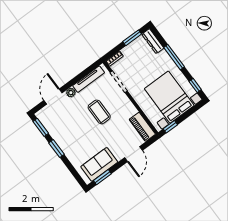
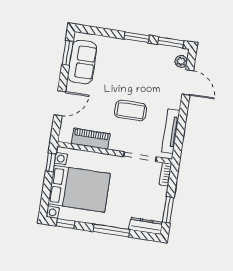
plant: (71, 93) -> (181, 61), moved
piano: (142, 127) -> (91, 139), moved
door: (134, 154) -> (60, 103), swing flipped

